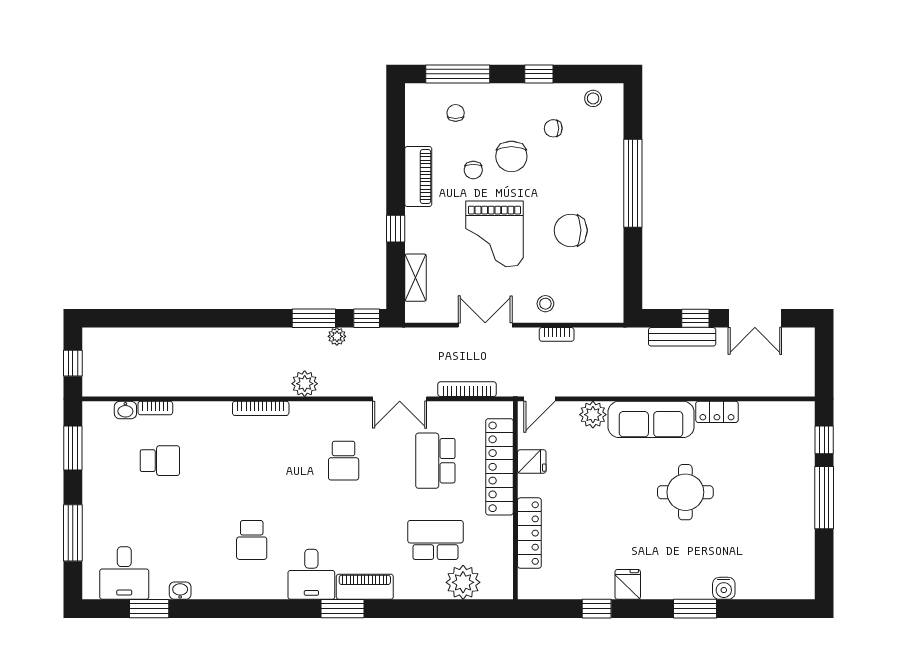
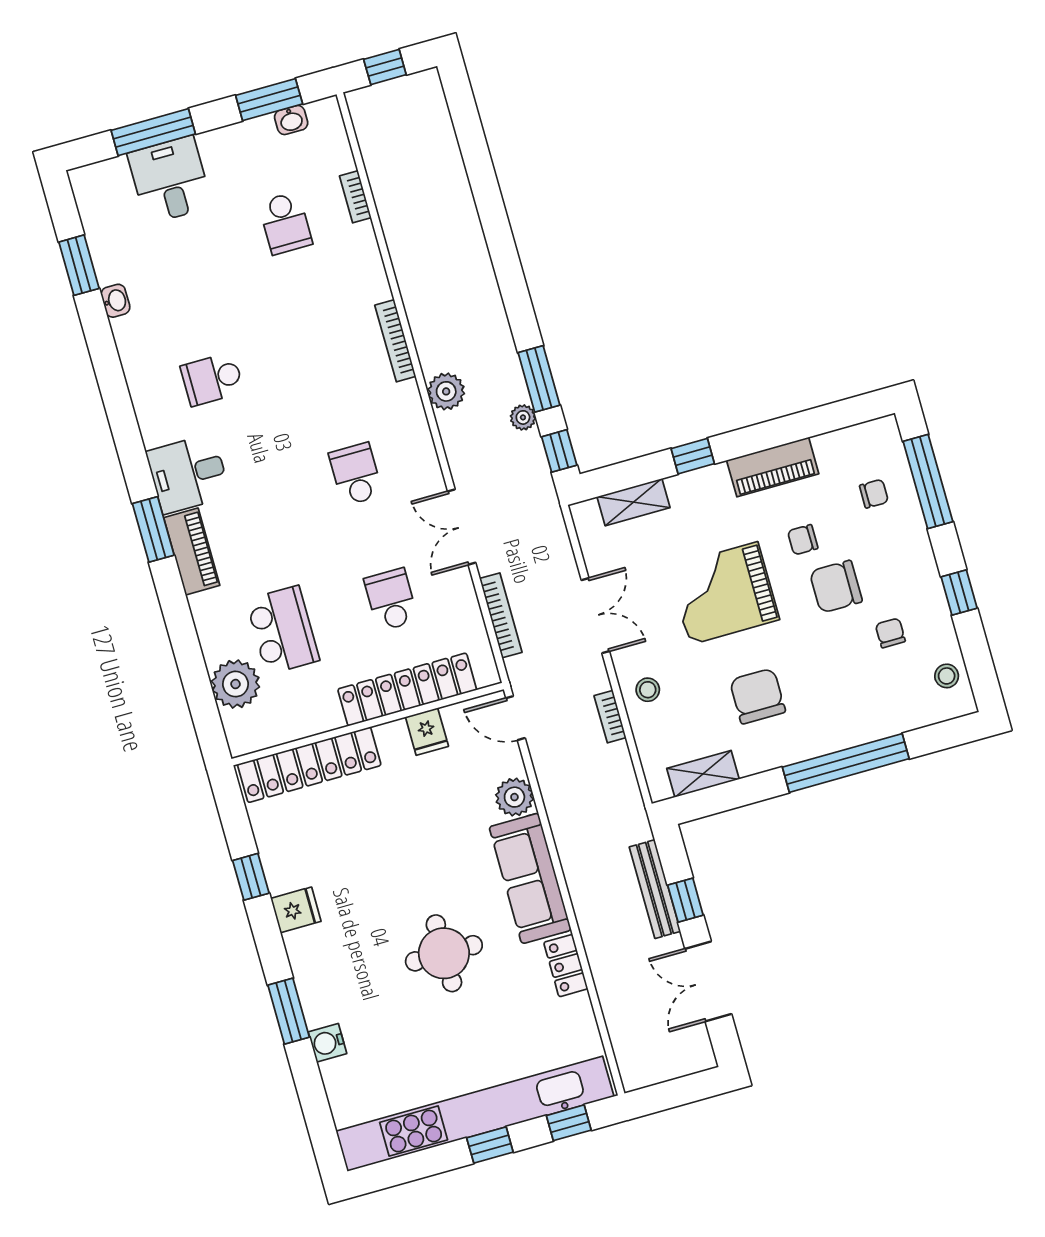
shelving: (613, 282) -> (703, 774), added
washbasin: (125, 410) -> (291, 120), moved, turned -90
school desk: (344, 461) -> (356, 474), turned 90
school desk: (435, 461) -> (391, 600), width x0.54
window: (824, 498) -> (490, 1145), width x0.46
kitchen unit: (800, 502) -> (475, 1114), added
locker: (529, 533) -> (309, 765), width x1.41, depth x1.21
desk: (124, 573) -> (170, 180), moved, turned 90

